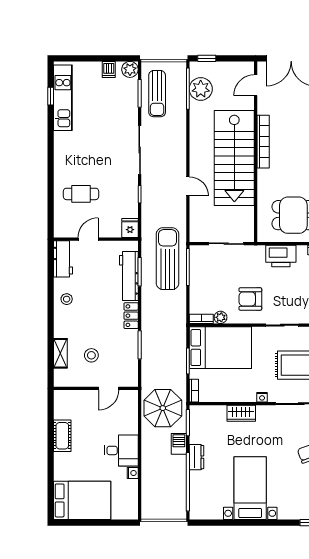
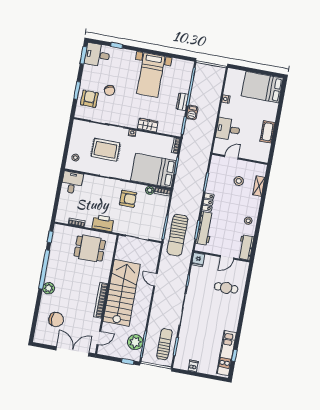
plant: (130, 69) -> (179, 363), removed
parasol: (163, 408) -> (198, 138), removed
desk: (121, 450) -> (228, 129), moved

